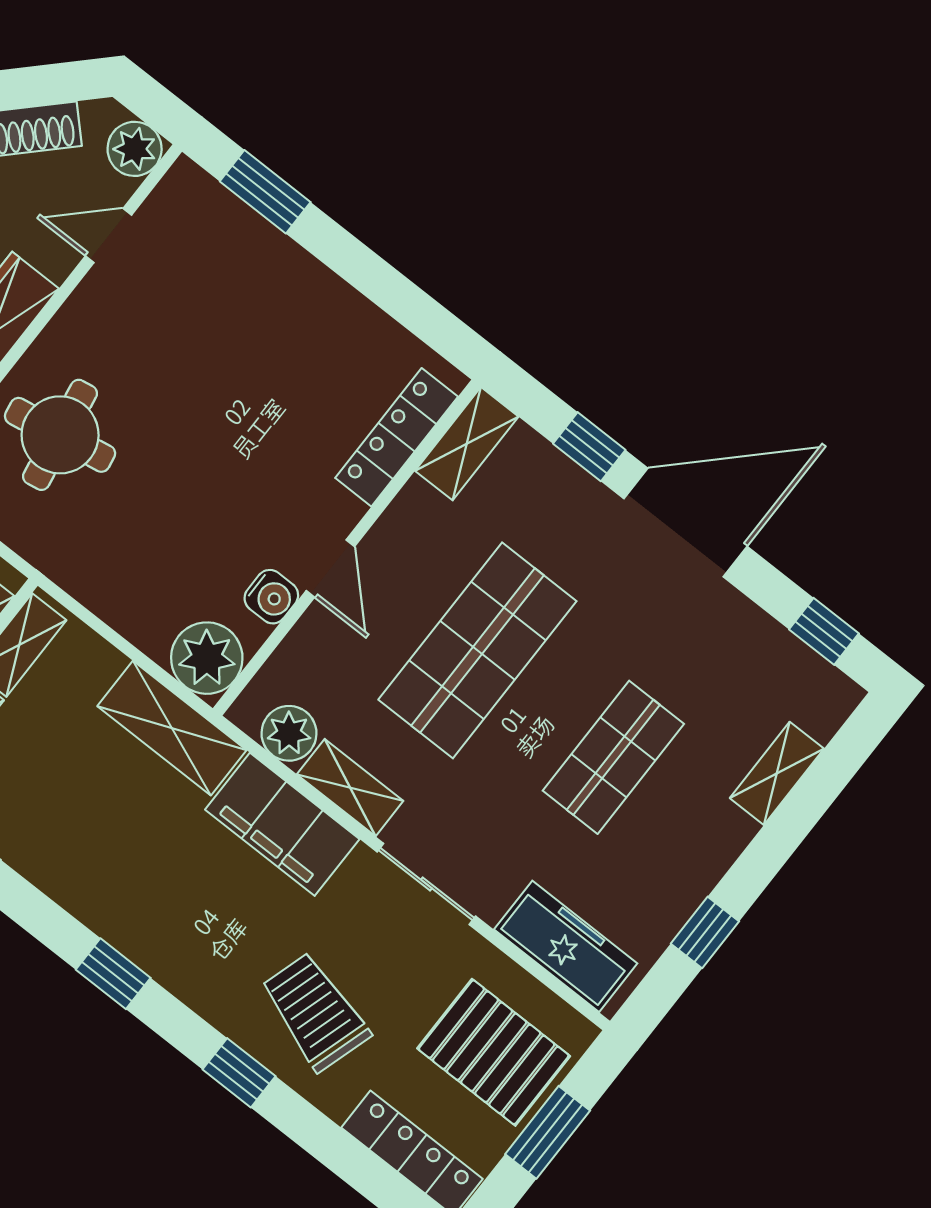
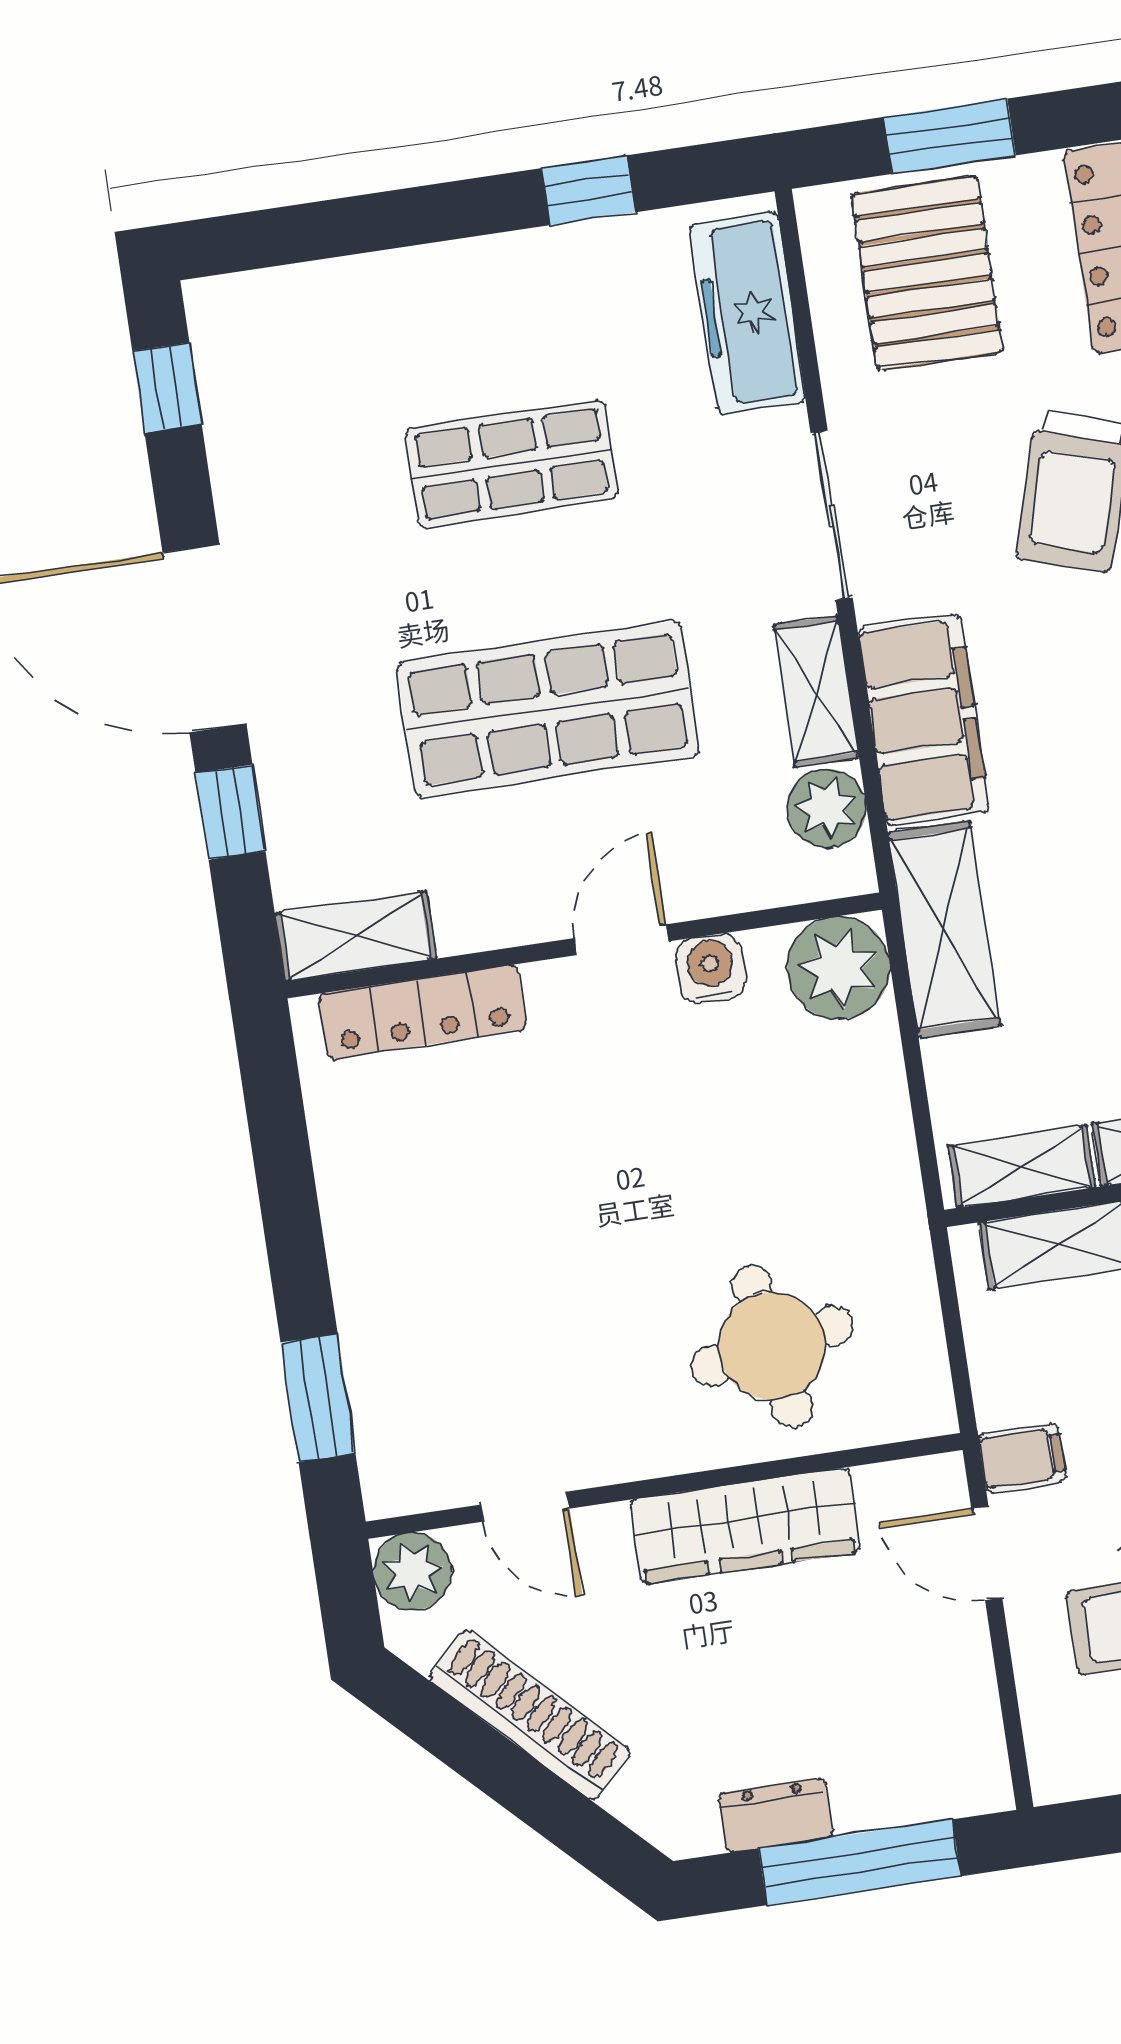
shelving: (777, 773) -> (356, 286), removed

